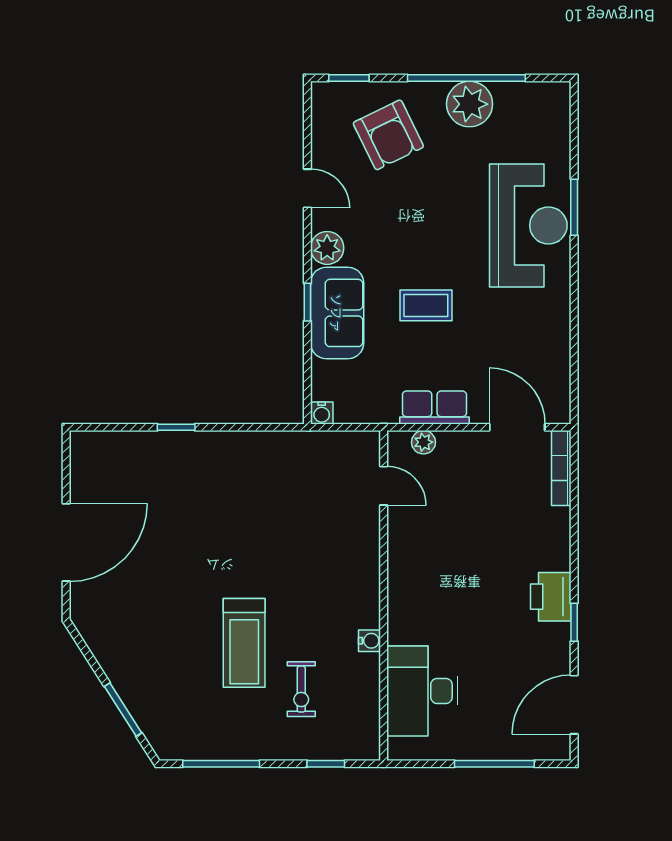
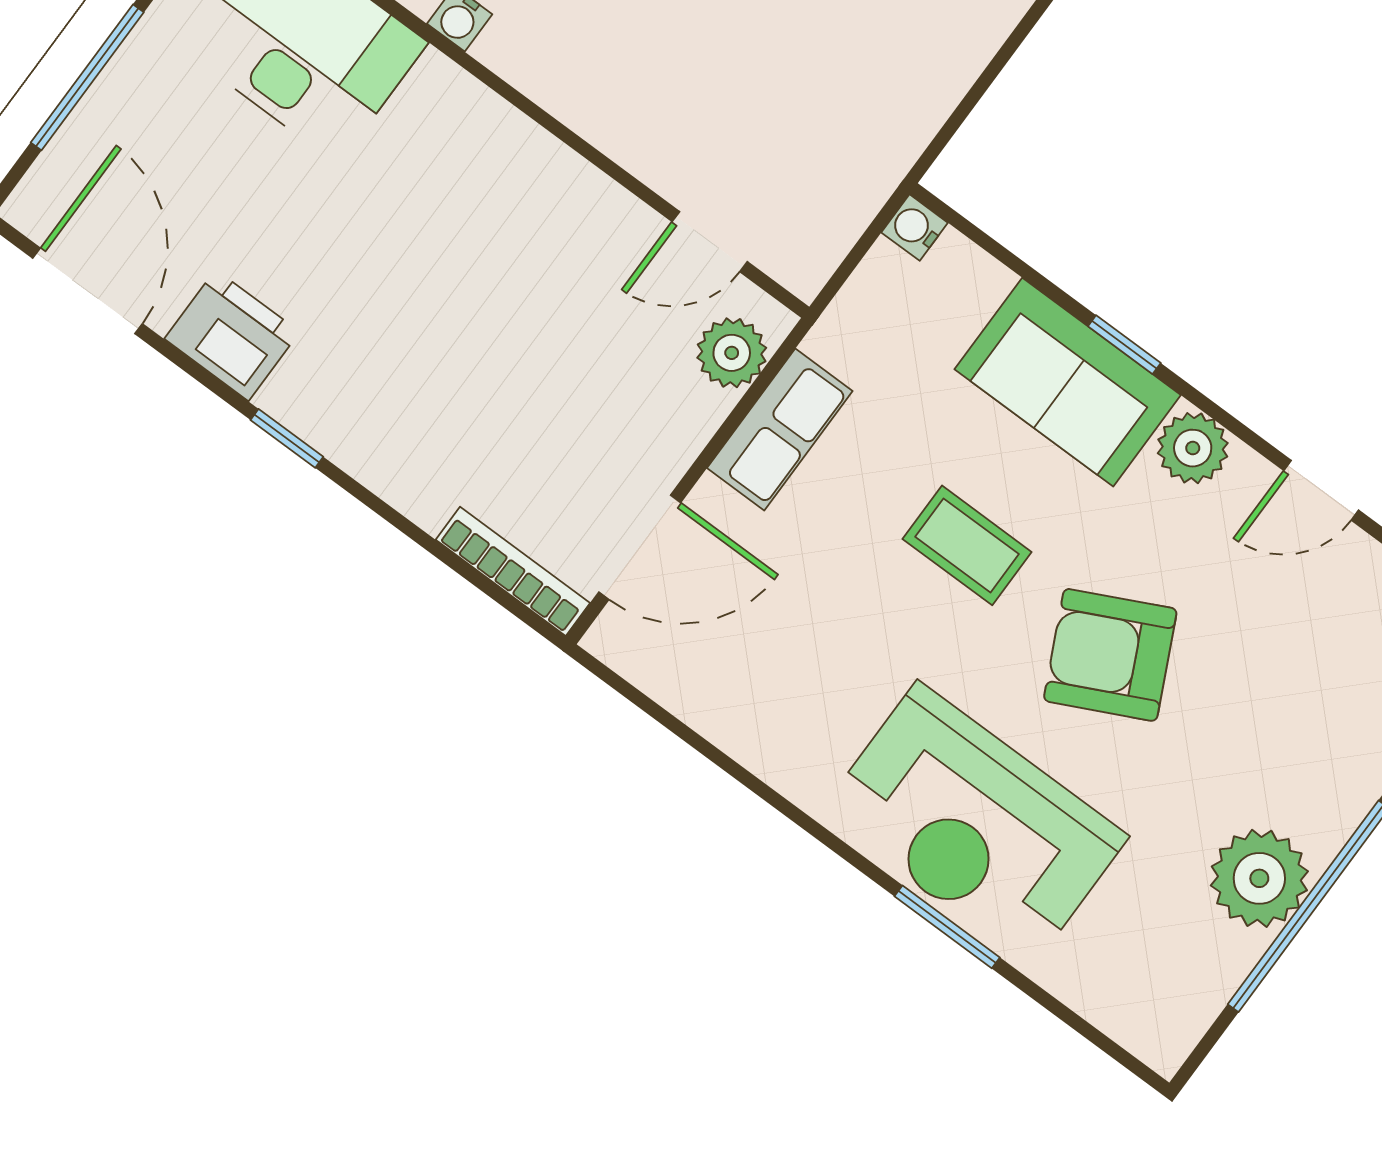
armchair: (388, 135) -> (1110, 655), moved
coffee table: (426, 305) -> (967, 545), turned 90
plant: (424, 442) -> (732, 353), width x1.38, depth x1.38
printer: (551, 597) -> (232, 335), moved
window: (574, 622) -> (287, 438), moved

